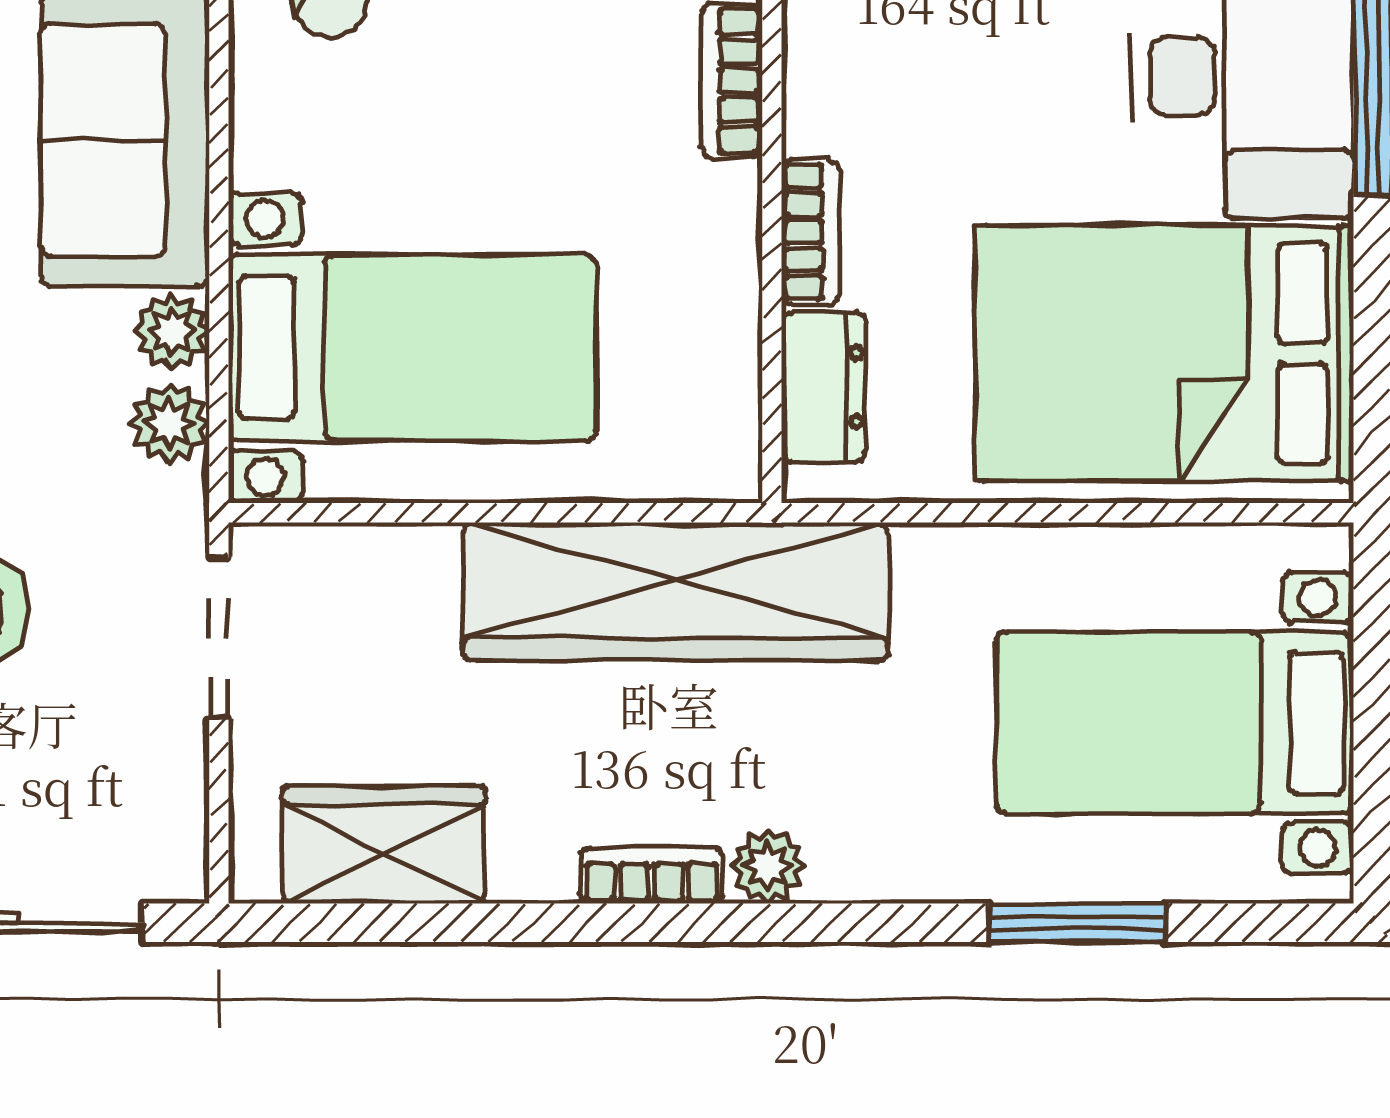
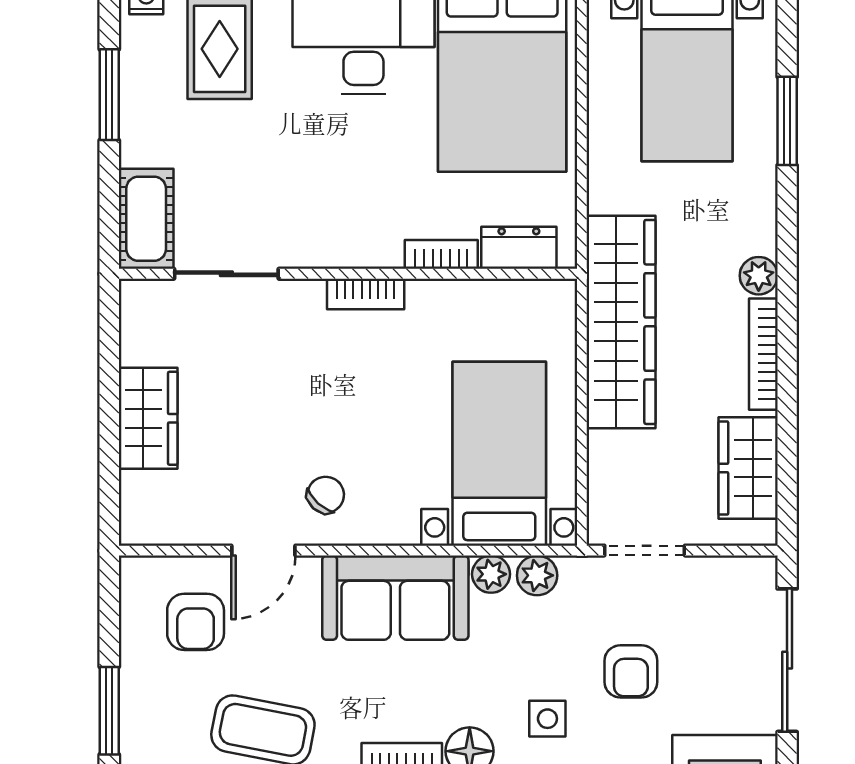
bookcase: (651, 875) -> (763, 354), width x1.56

